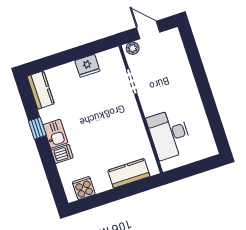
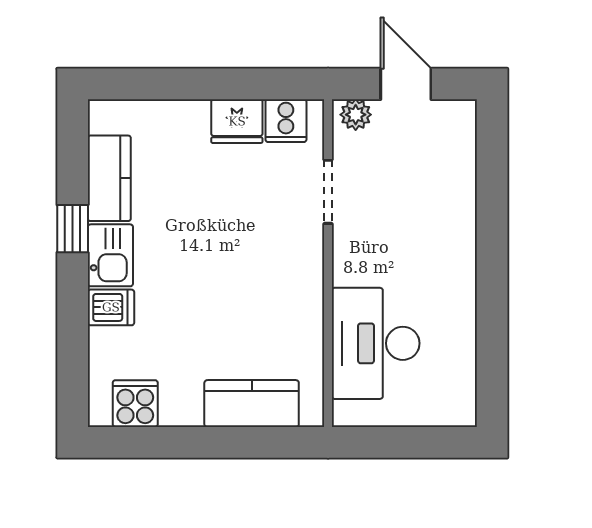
cooker: (106, 59) -> (286, 121), added
kitchen counter: (41, 90) -> (109, 178), moved

